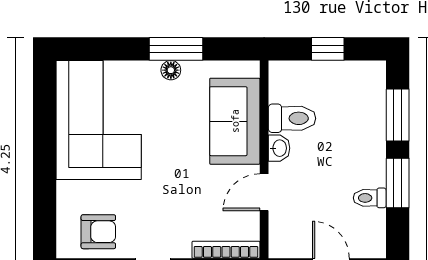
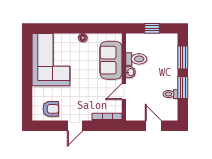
window: (176, 49) -> (85, 28), removed

